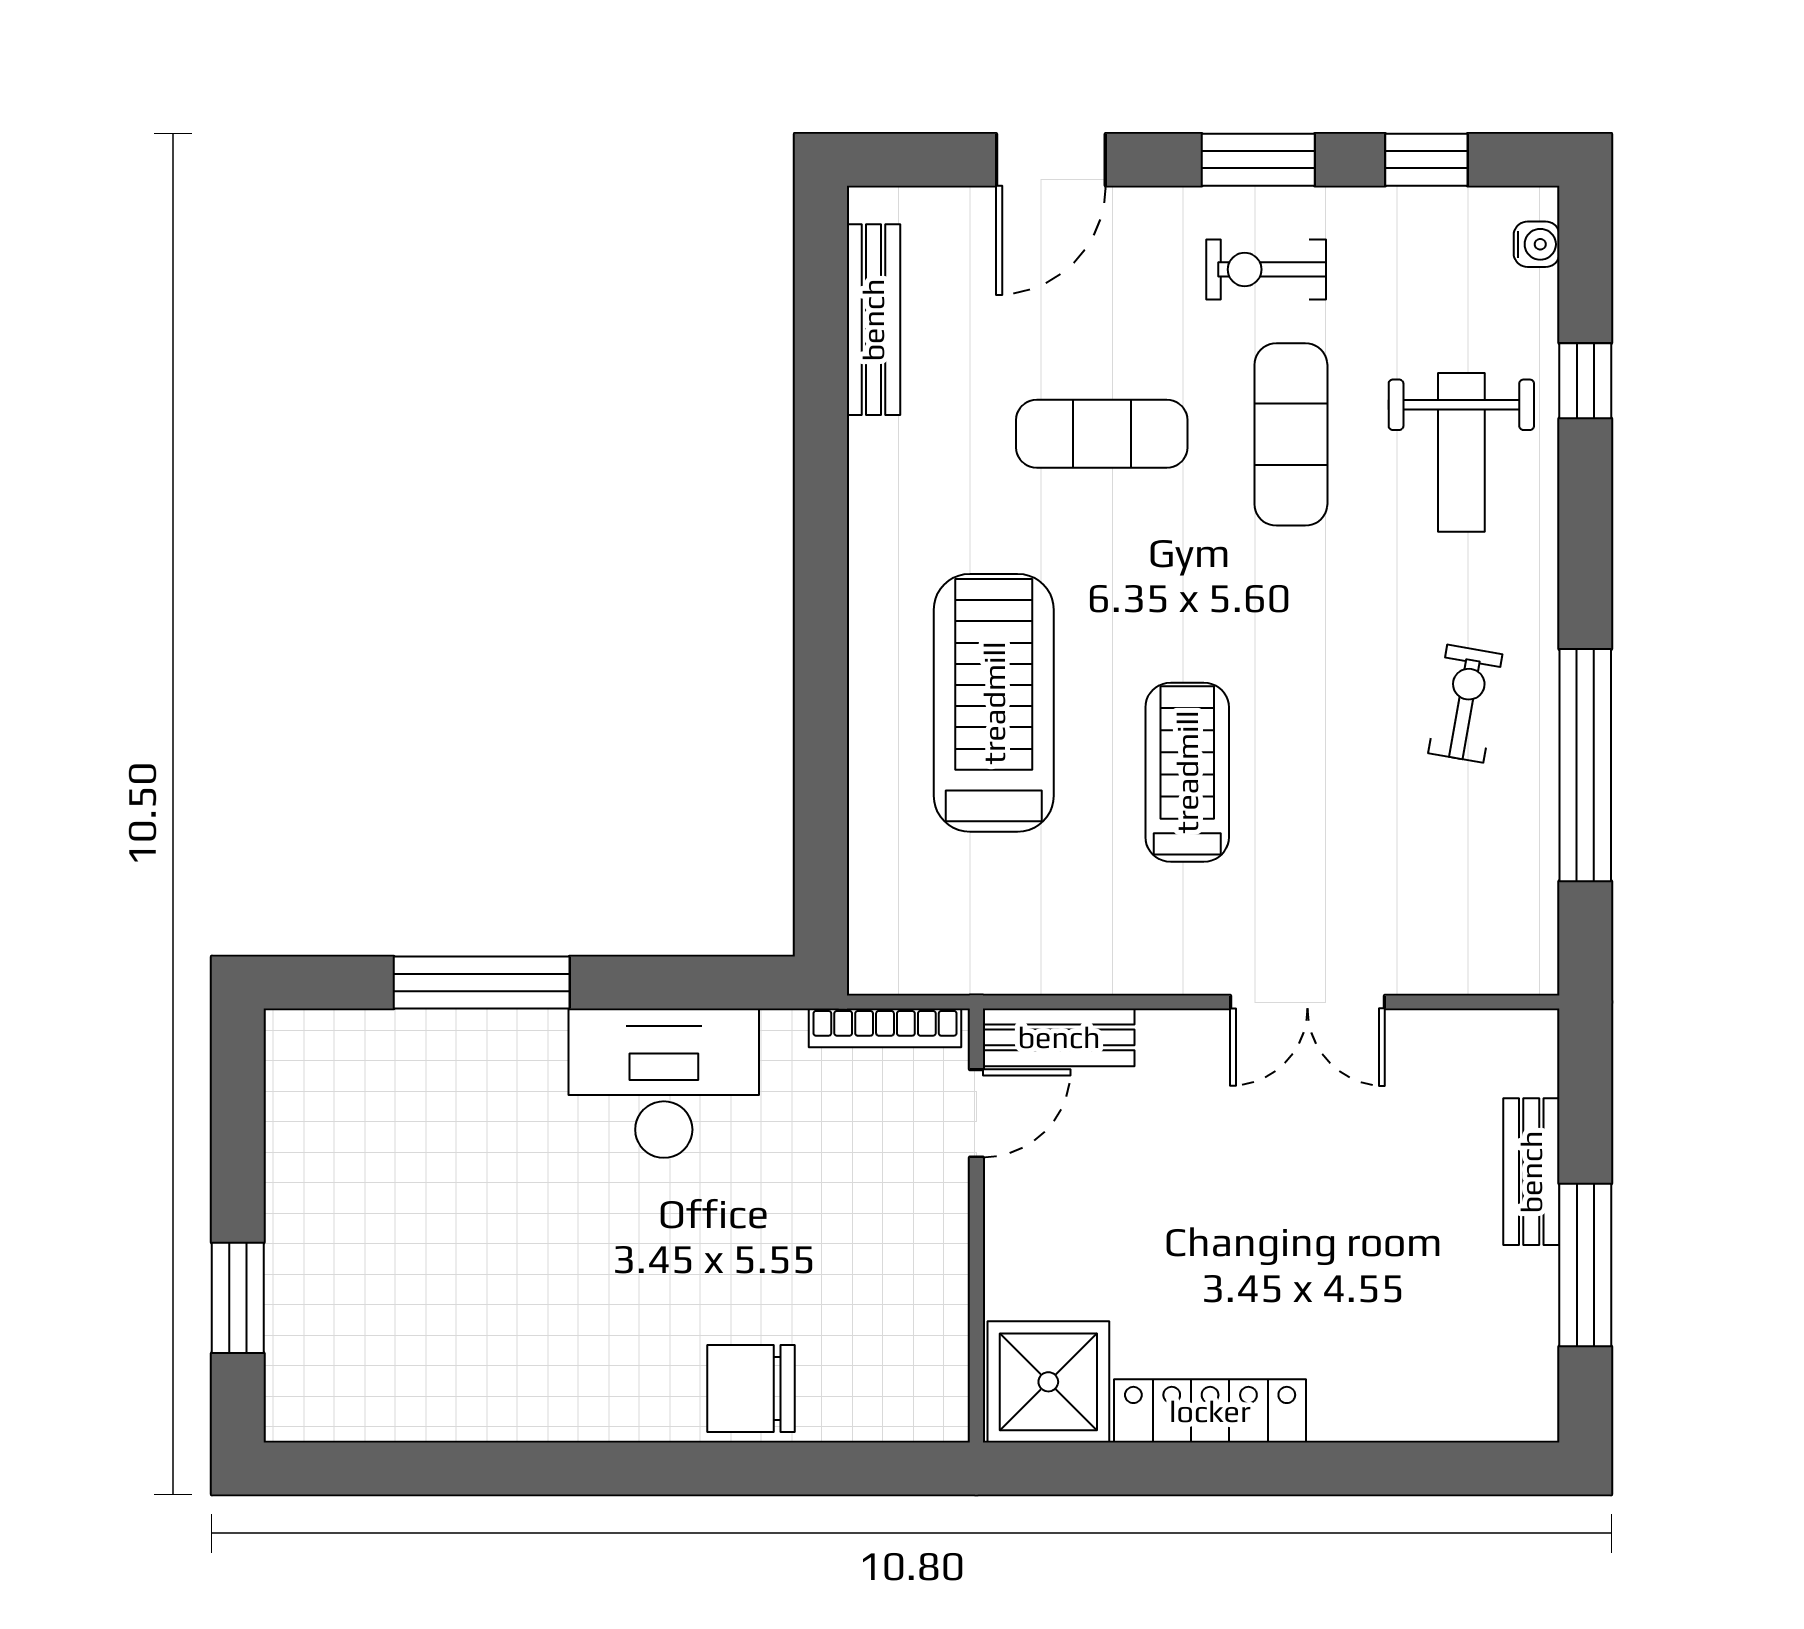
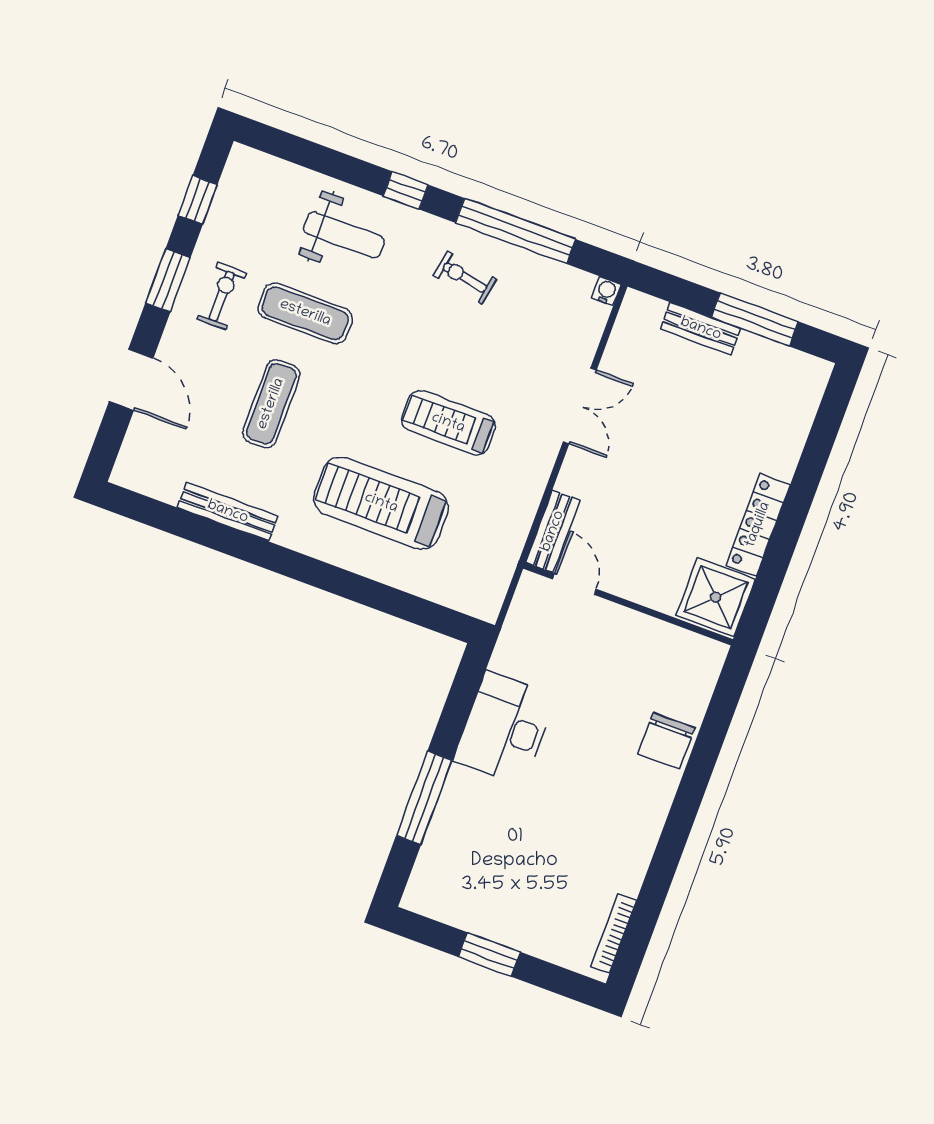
water cooler: (1537, 244) -> (606, 291), moved
exercise bike: (1266, 269) -> (222, 296), turned 180
bench: (873, 320) -> (228, 512), moved
window: (1585, 381) -> (406, 190), moved
bookcase: (885, 1028) -> (614, 933), moved, turned 180
window: (238, 1298) -> (489, 955), moved

